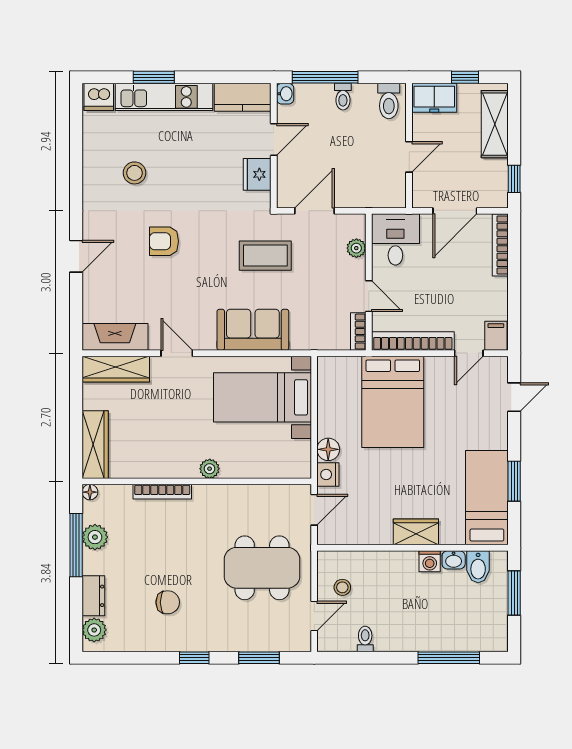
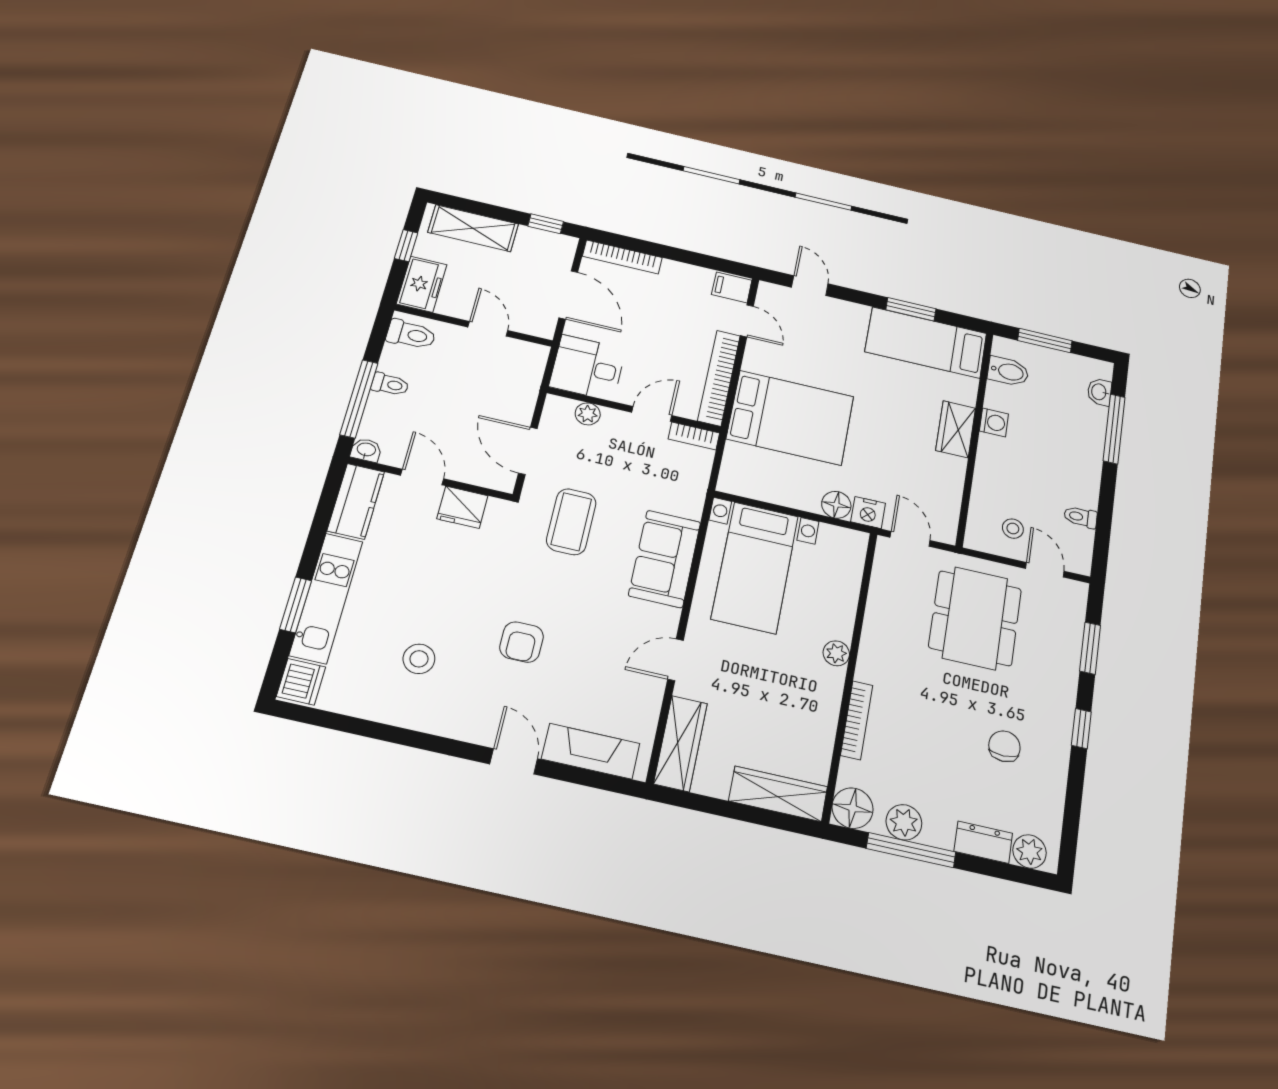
fireplace: (115, 337) -> (591, 751), moved, turned 90
floor lamp: (90, 492) -> (853, 808), width x1.89, depth x1.89
washbasin: (454, 560) -> (1099, 392), moved, turned 180

